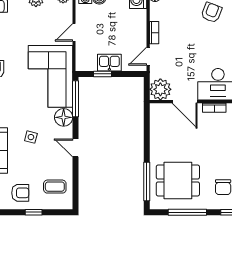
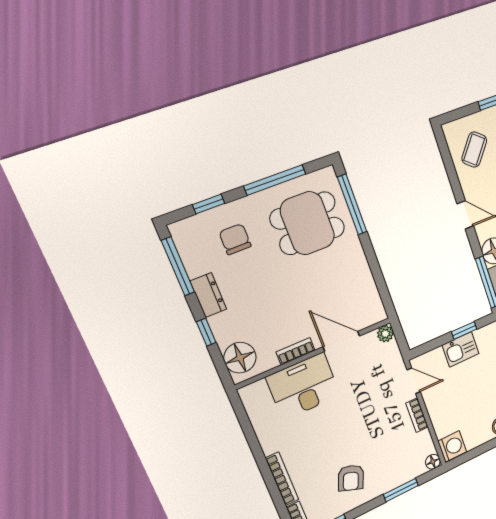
door: (148, 56) -> (414, 381), hinge flipped
plant: (160, 89) -> (385, 334), width x0.53, depth x0.53
coffee table: (55, 187) -> (474, 150), turned -51

